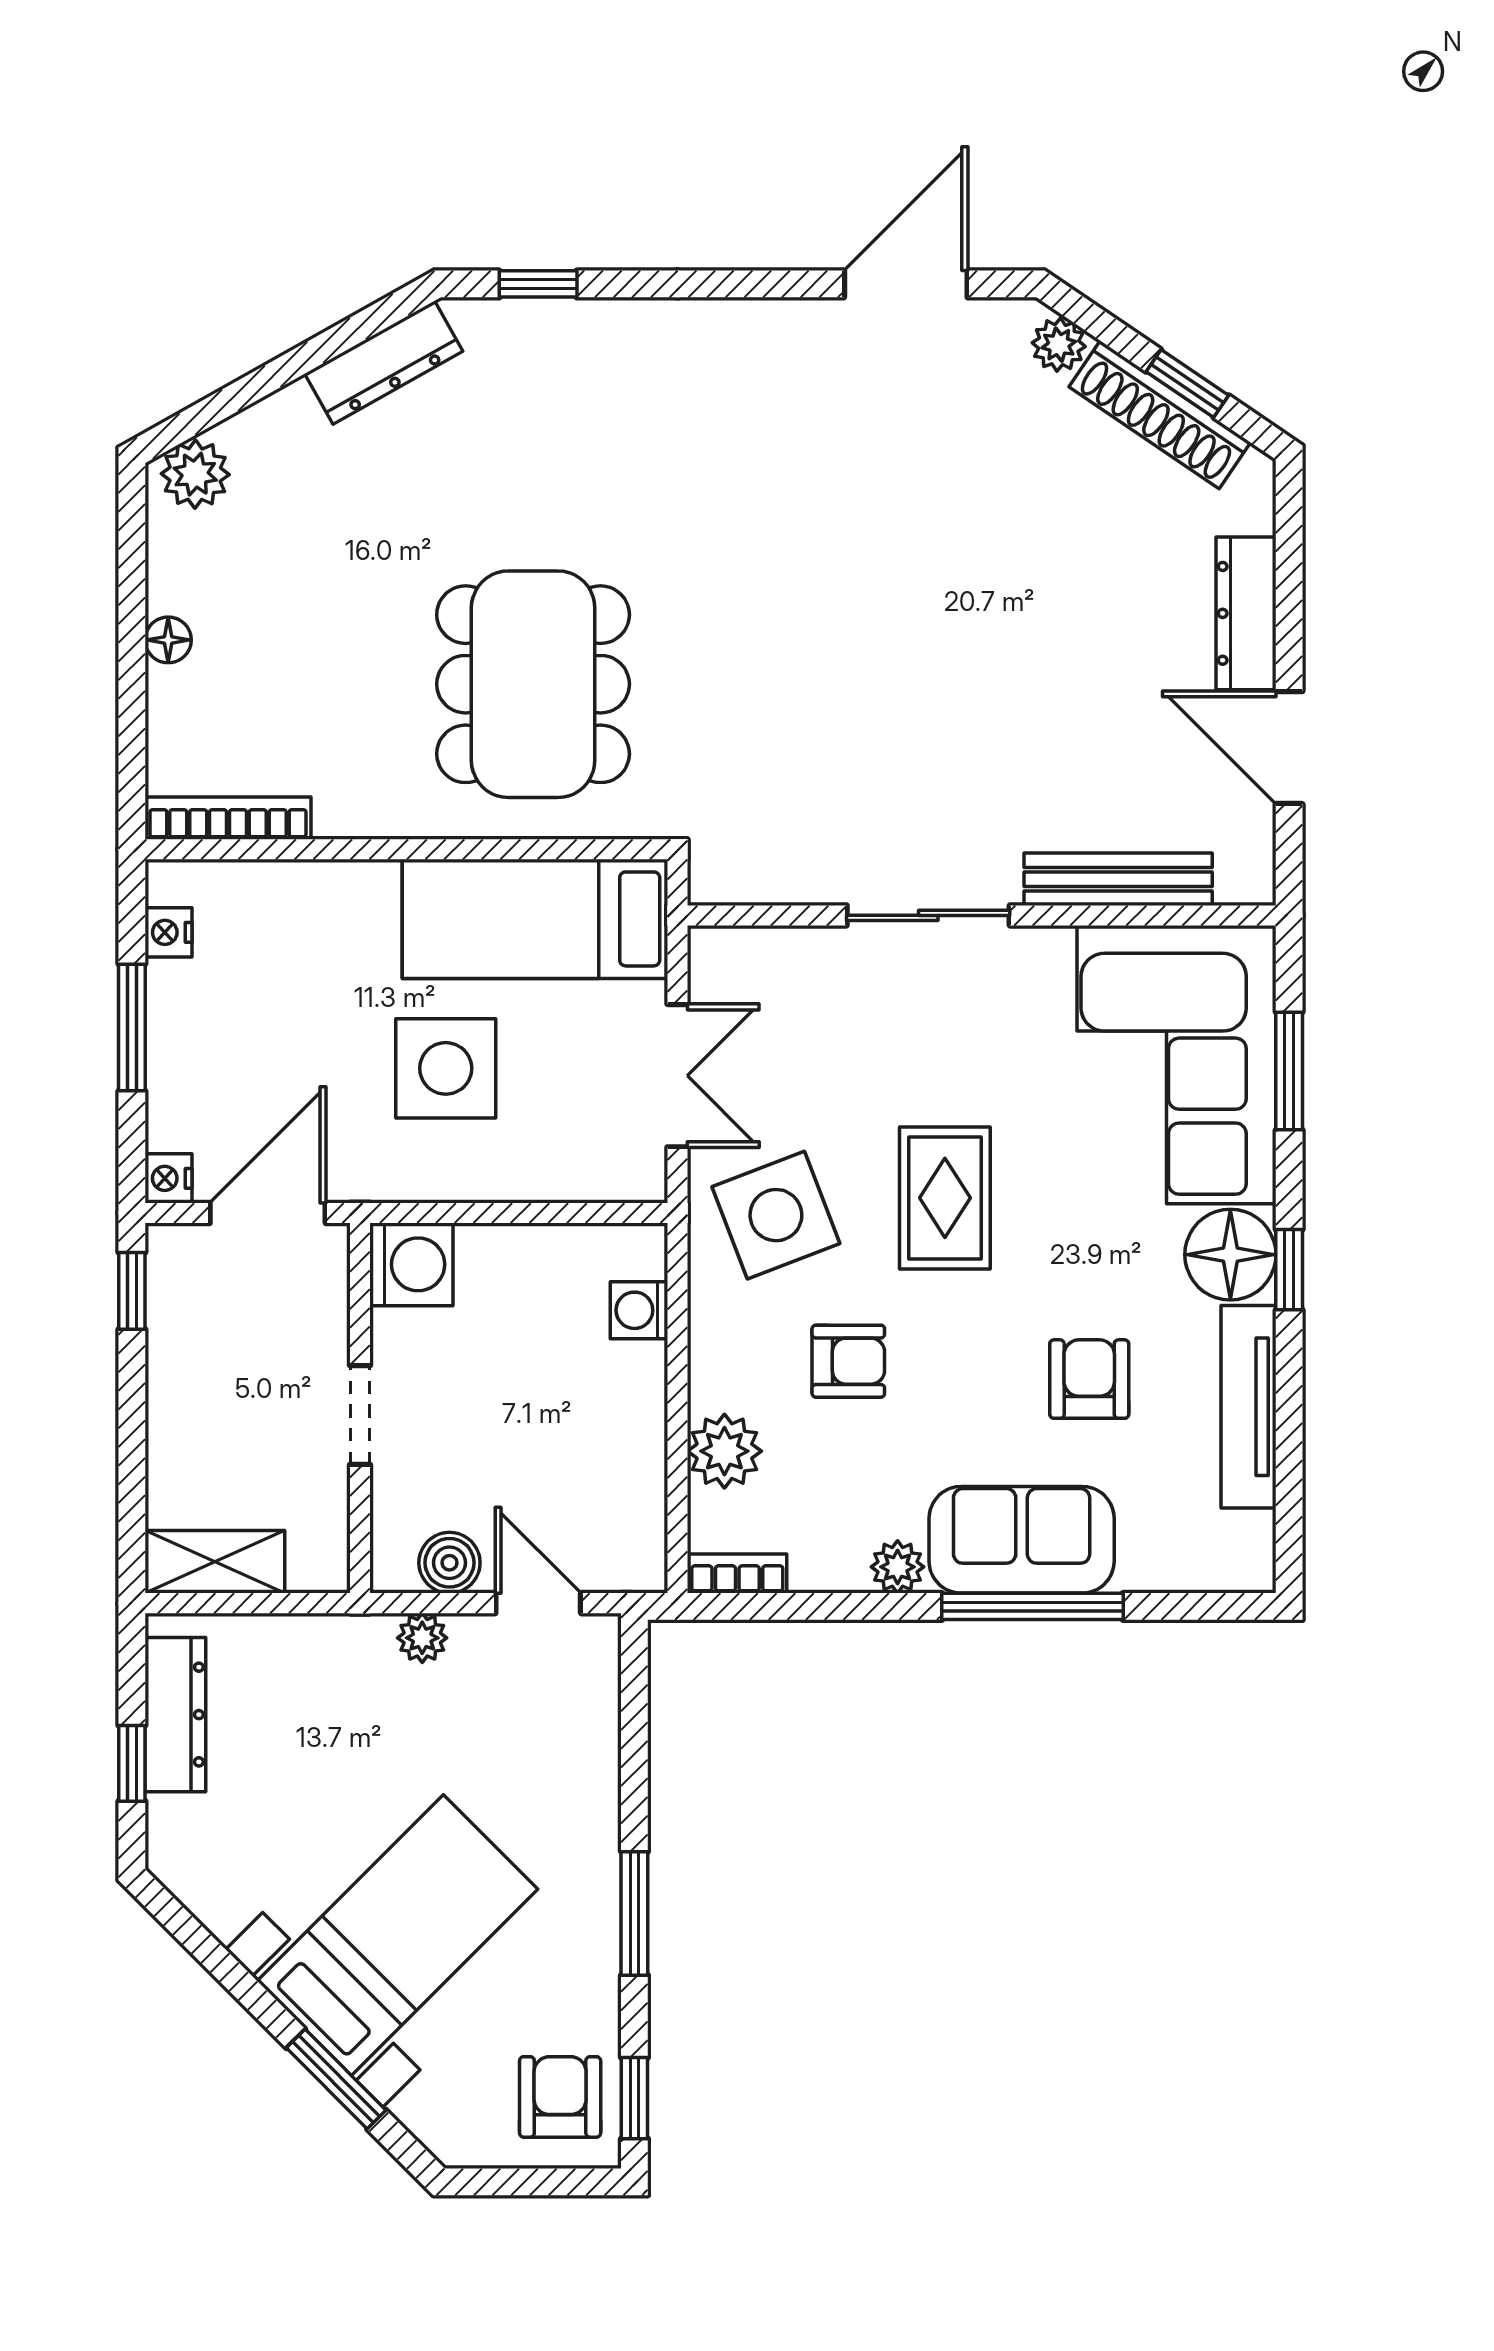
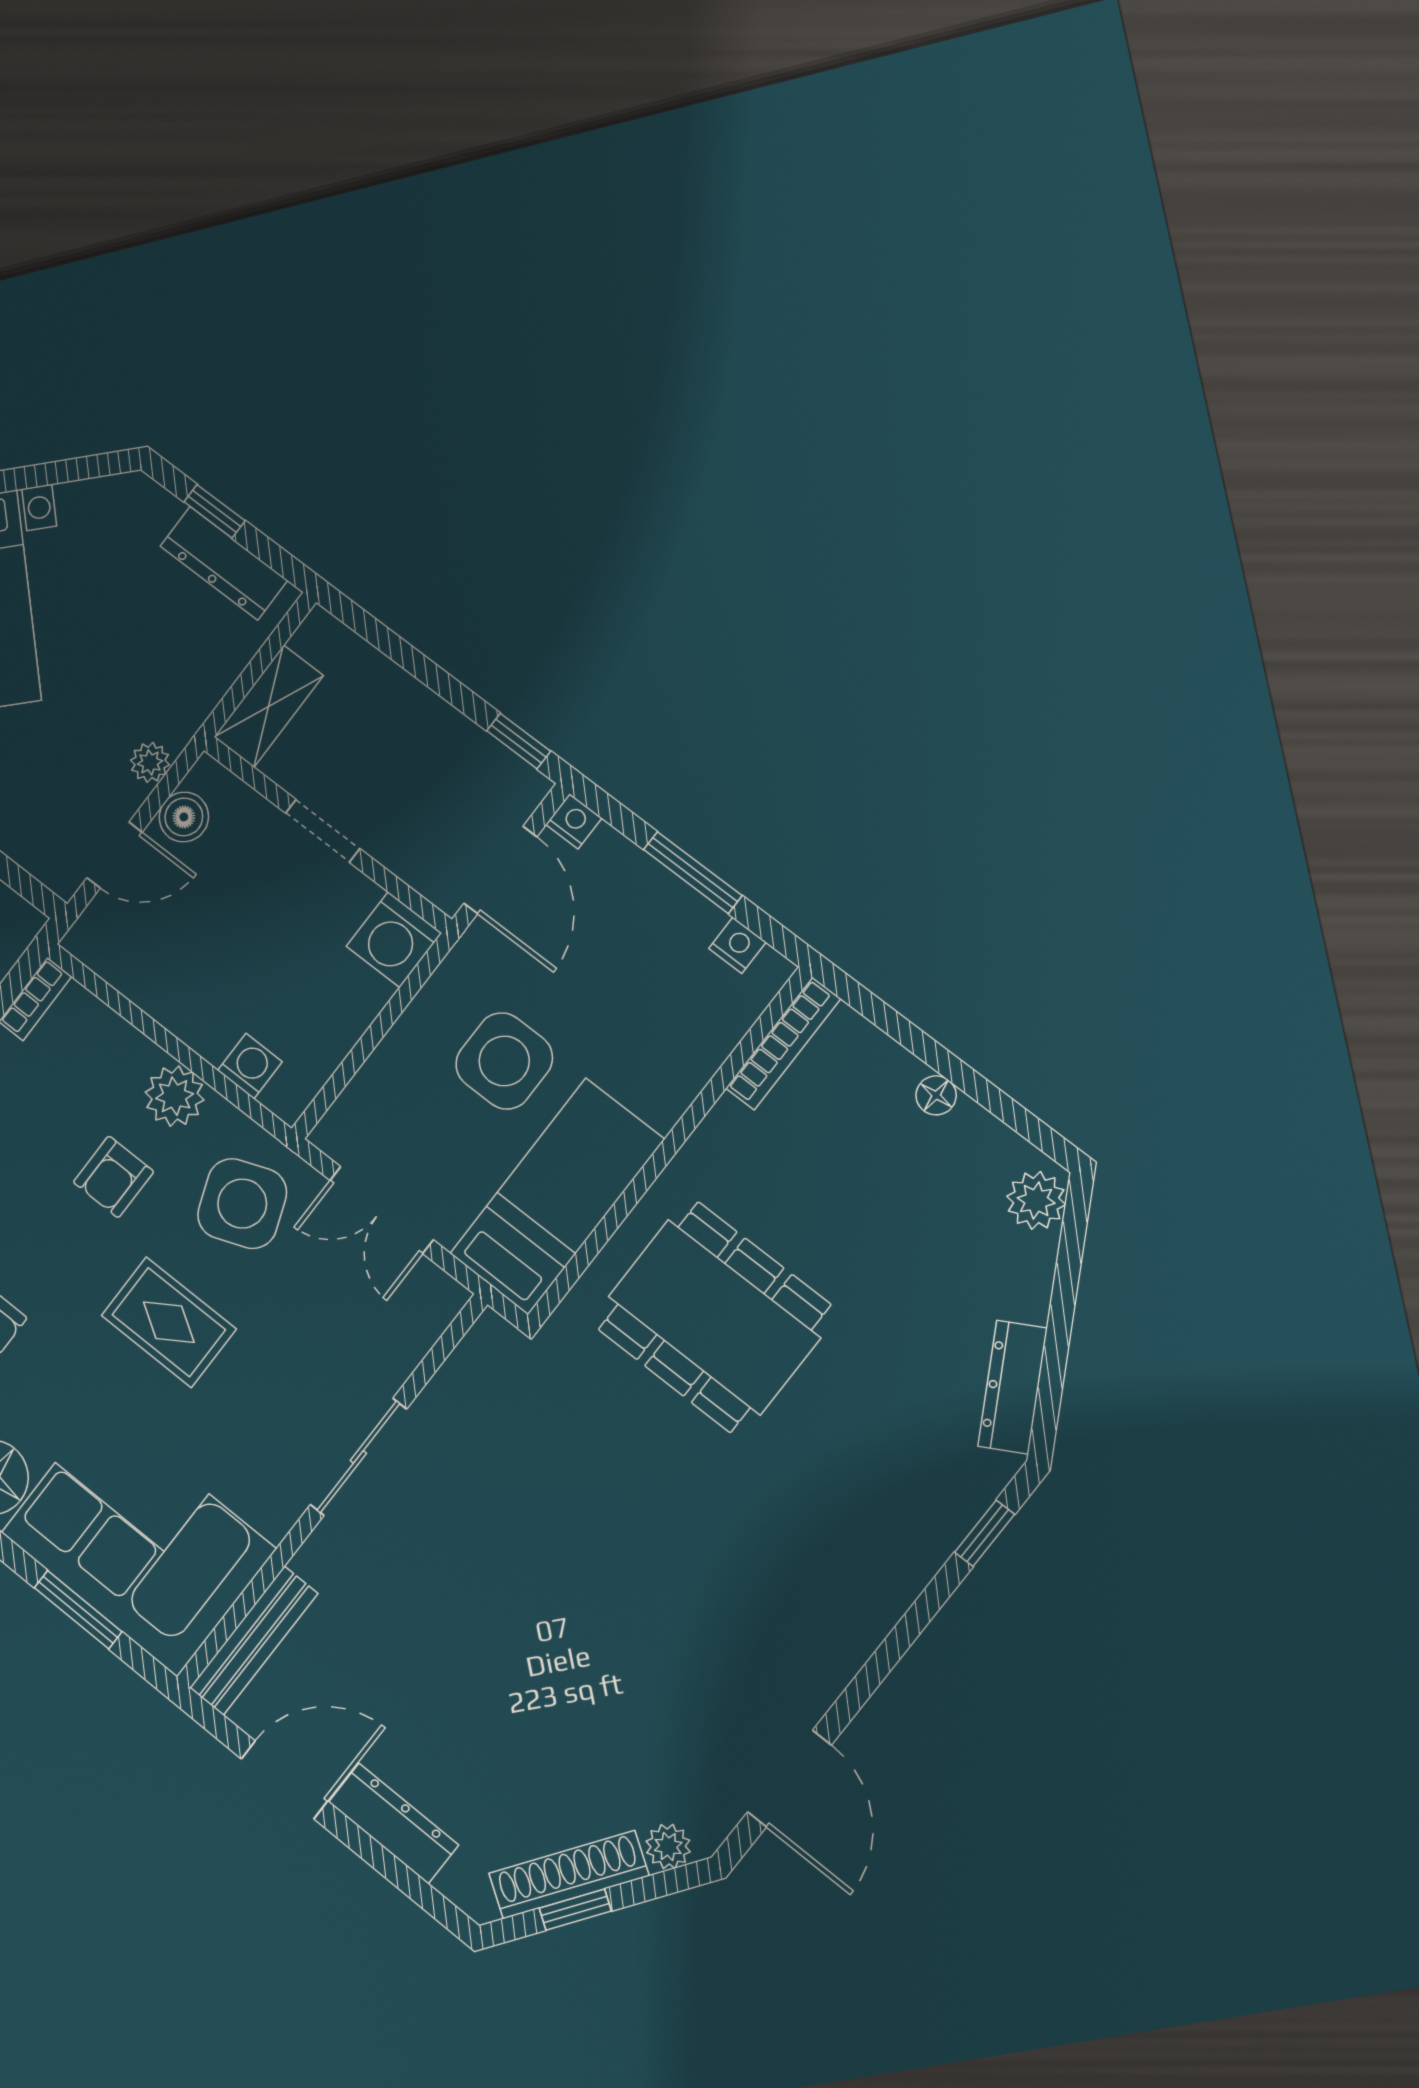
bench: (1118, 879) -> (254, 1641), moved
plant: (724, 1451) -> (175, 1096), moved
shelving: (215, 1562) -> (269, 706), moved

